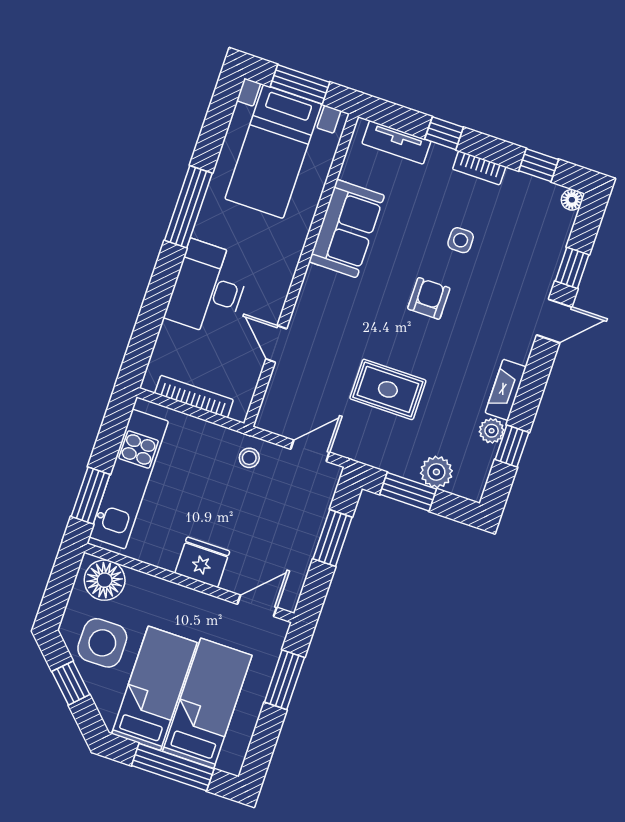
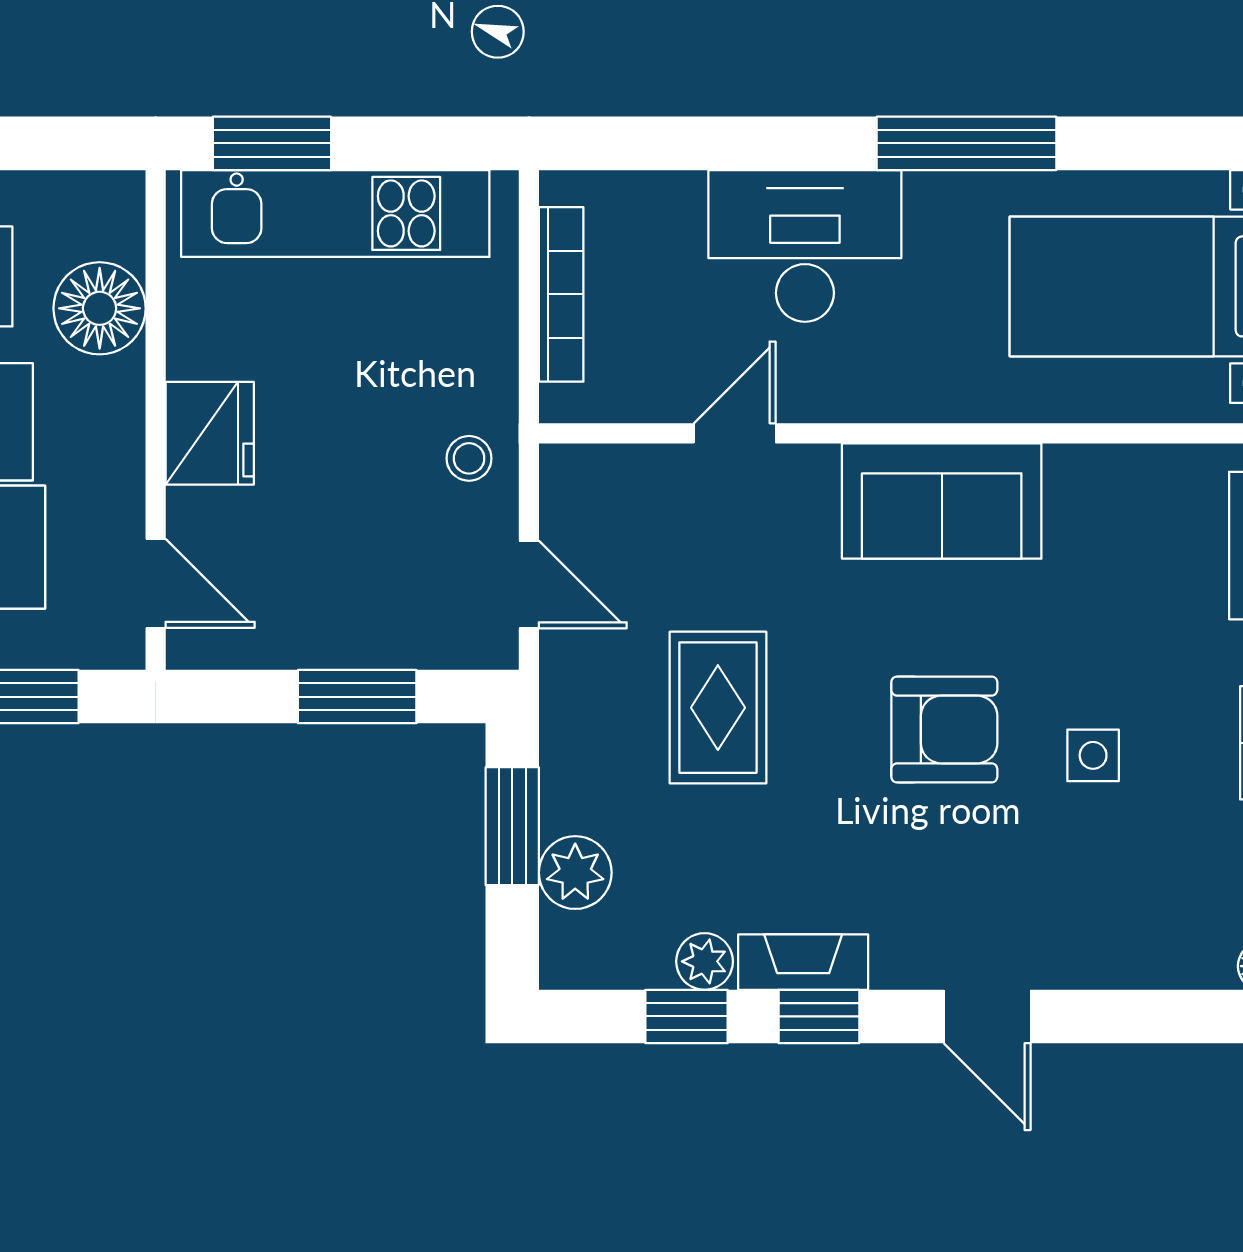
sofa: (347, 229) -> (942, 501), moved
window: (572, 268) -> (819, 1016), moved
armchair: (429, 298) -> (944, 729), width x1.38, depth x1.38
floor lamp: (105, 580) -> (100, 308), moved

